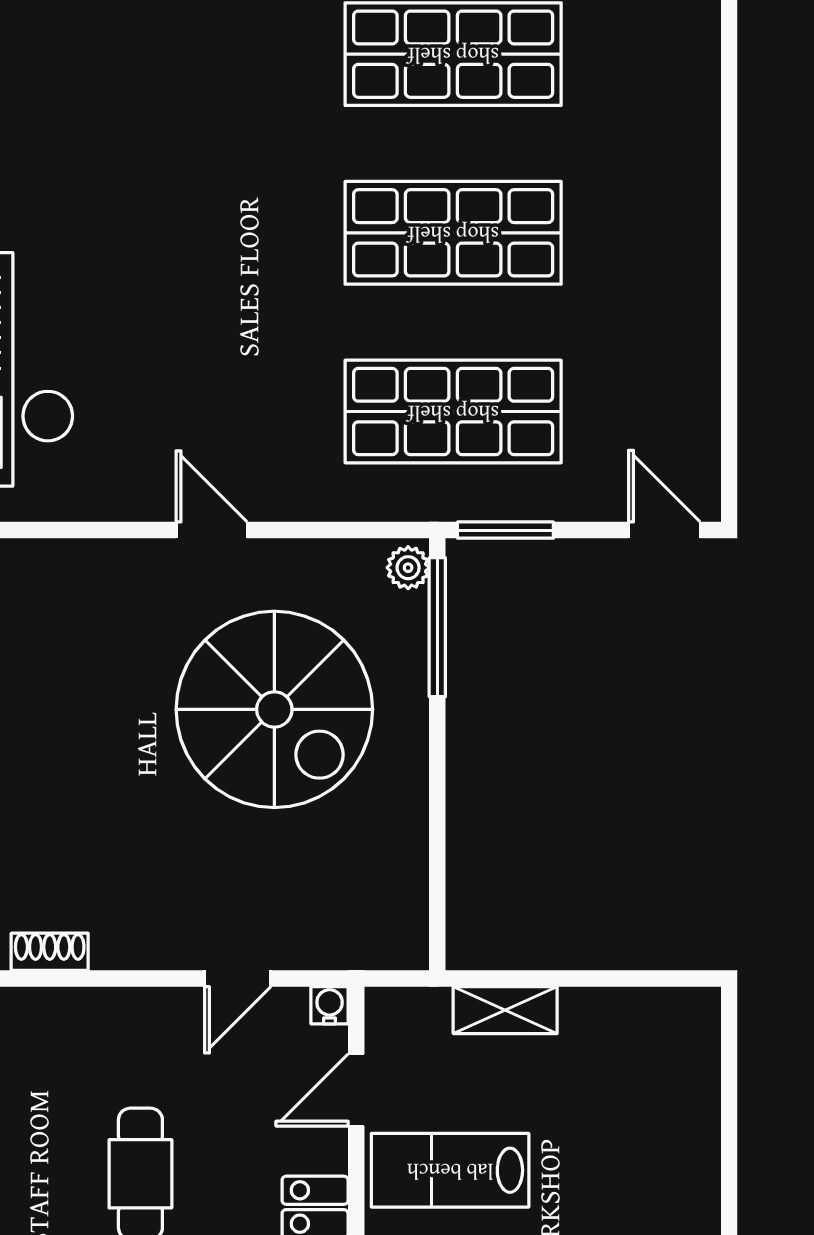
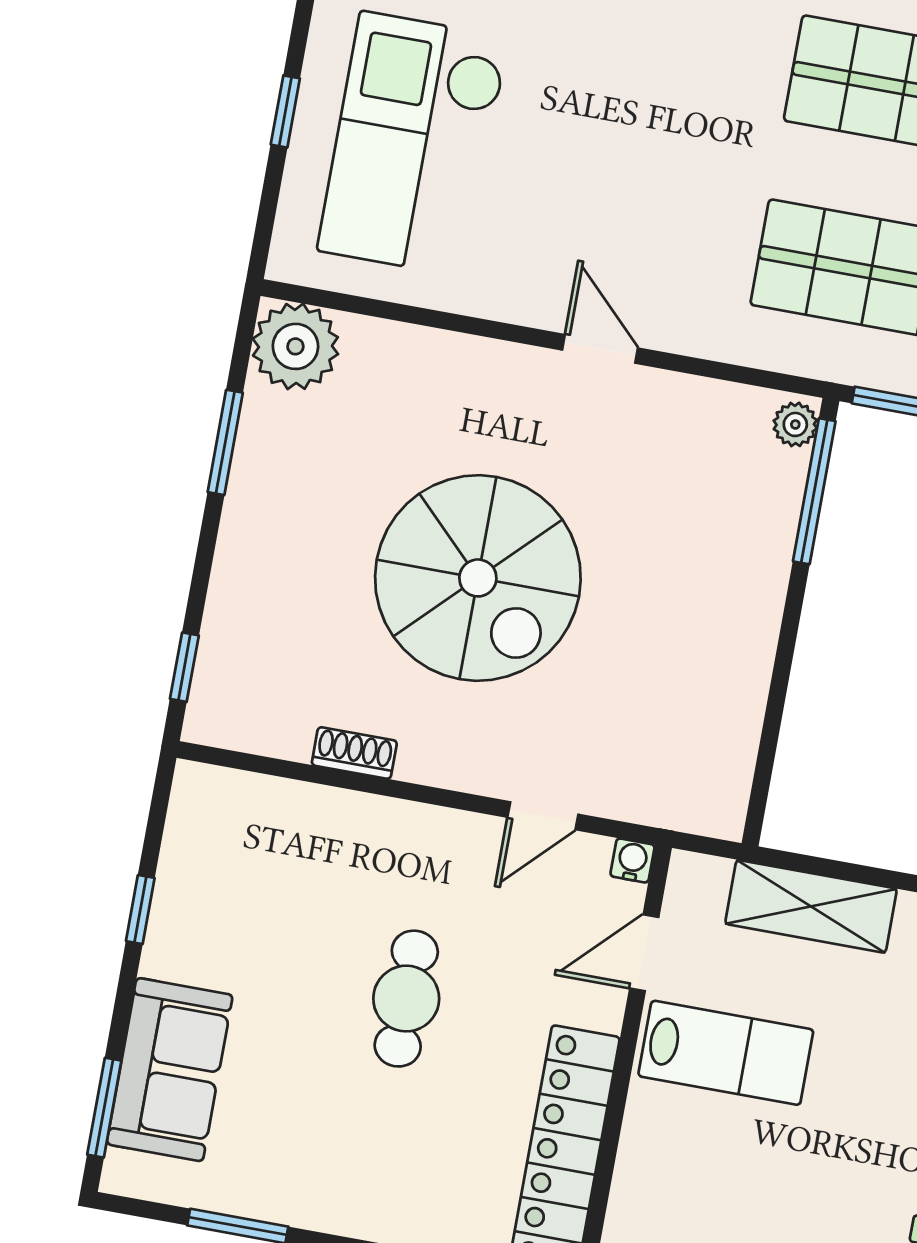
spiral stairs: (274, 709) -> (478, 578), moved
shelving: (505, 1010) -> (811, 906), width x1.50, depth x1.33
lab bench: (450, 1170) -> (726, 1053), turned 180

